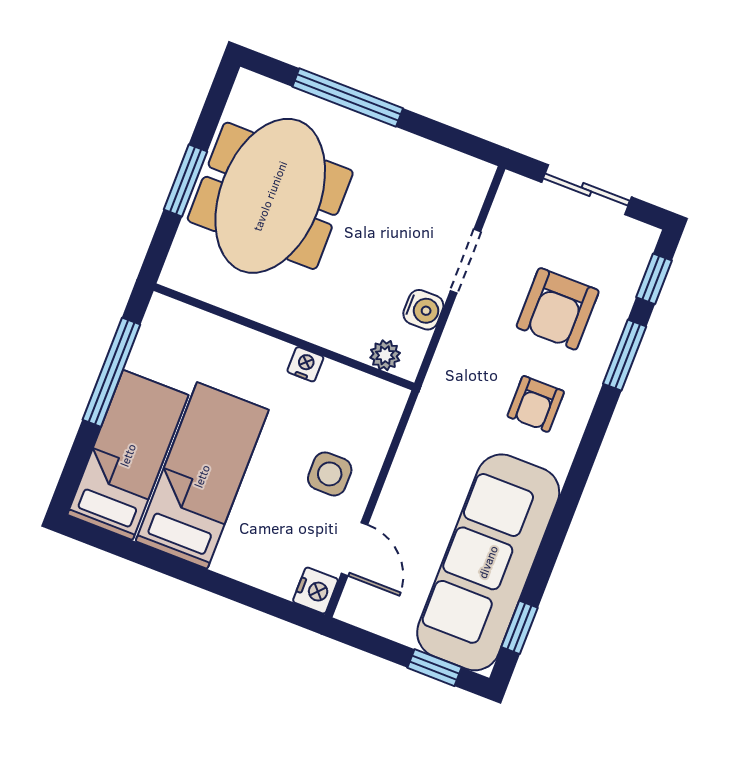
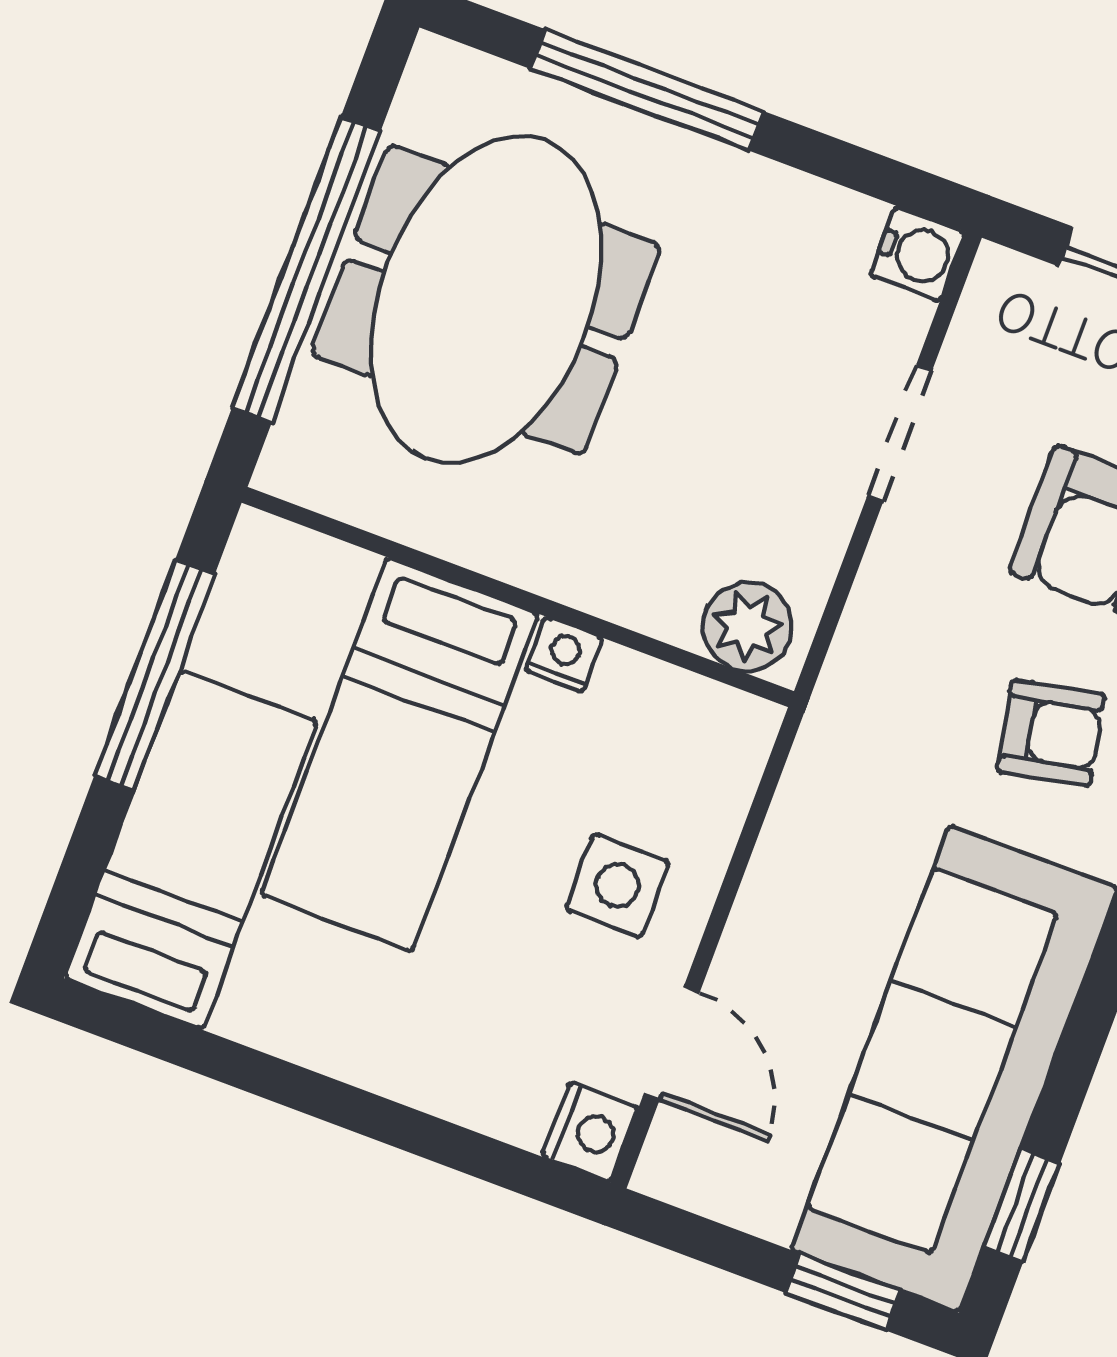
window: (185, 181) -> (306, 269), width x2.11
water cooler: (423, 310) -> (917, 254), moved
plant: (385, 355) -> (747, 626), width x1.38, depth x1.38
armchair: (536, 404) -> (1051, 733), turned -101
bed: (202, 476) -> (400, 754), moved, turned 180

